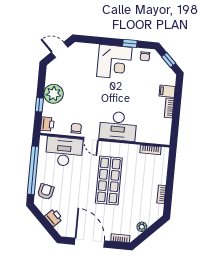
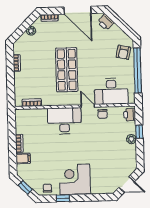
plant: (54, 94) -> (131, 139), width x0.53, depth x0.53
printer: (54, 218) -> (106, 22), moved

